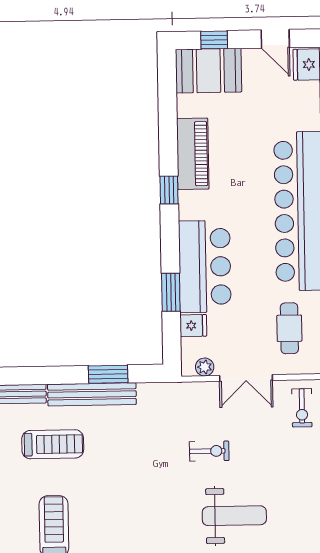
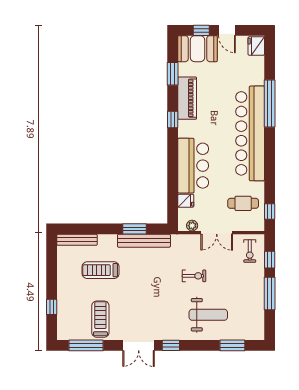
door: (275, 39) -> (227, 30), moved
window: (171, 292) -> (173, 74), moved
cafe table: (289, 328) -> (243, 203), turned 90
bench: (92, 394) -> (144, 241), moved
treadmill: (53, 444) -> (101, 270), turned 180

